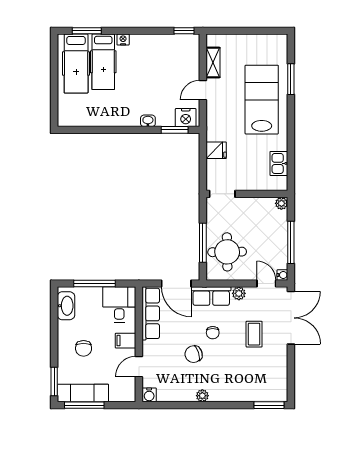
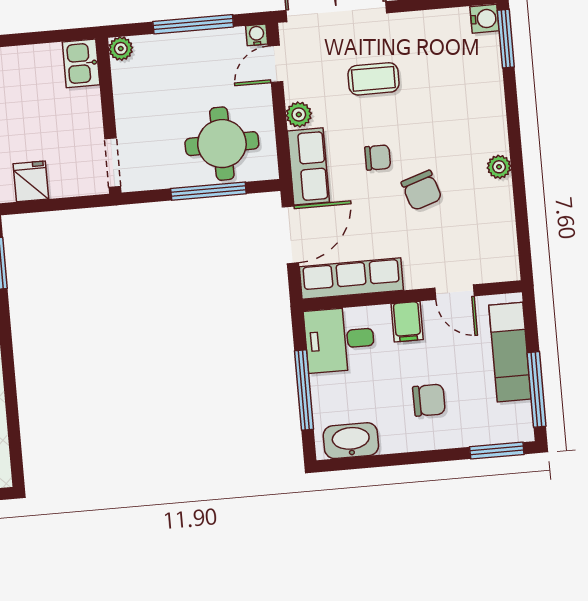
kitchen sink: (279, 163) -> (81, 63), moved, turned 90
exam couch: (83, 393) -> (510, 352), moved
water cooler: (149, 395) -> (484, 19), moved

